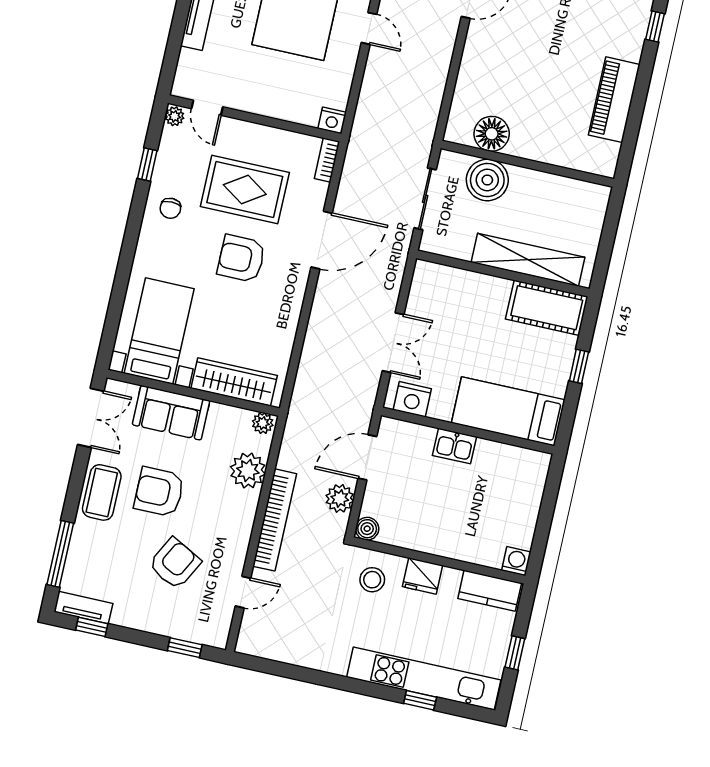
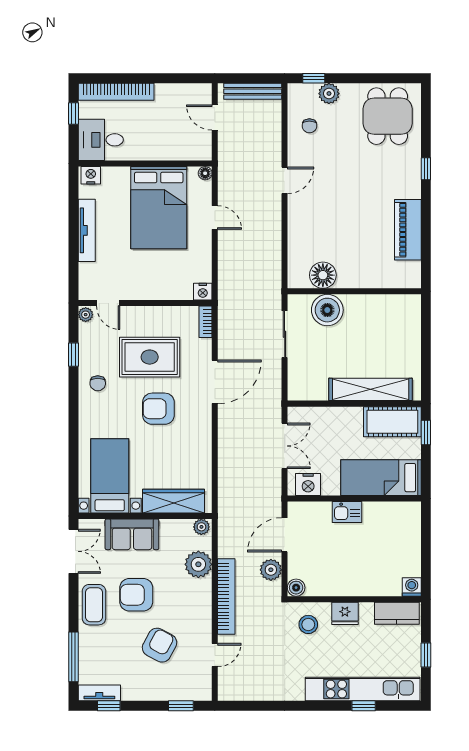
shelving: (528, 260) -> (371, 389), moved
wall: (503, 273) -> (354, 404), moved
cot: (547, 308) -> (392, 422), moved

